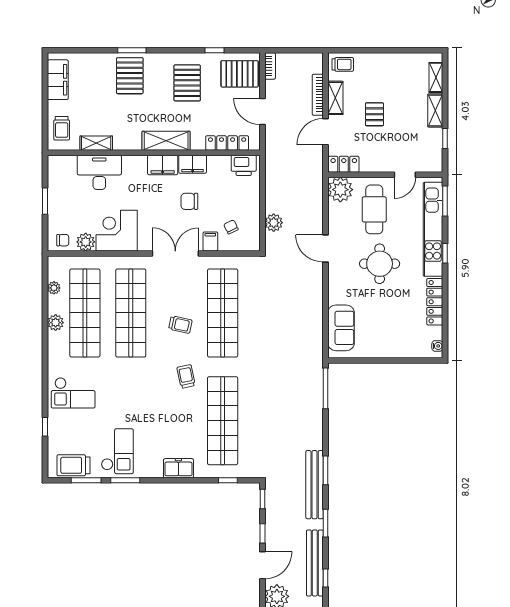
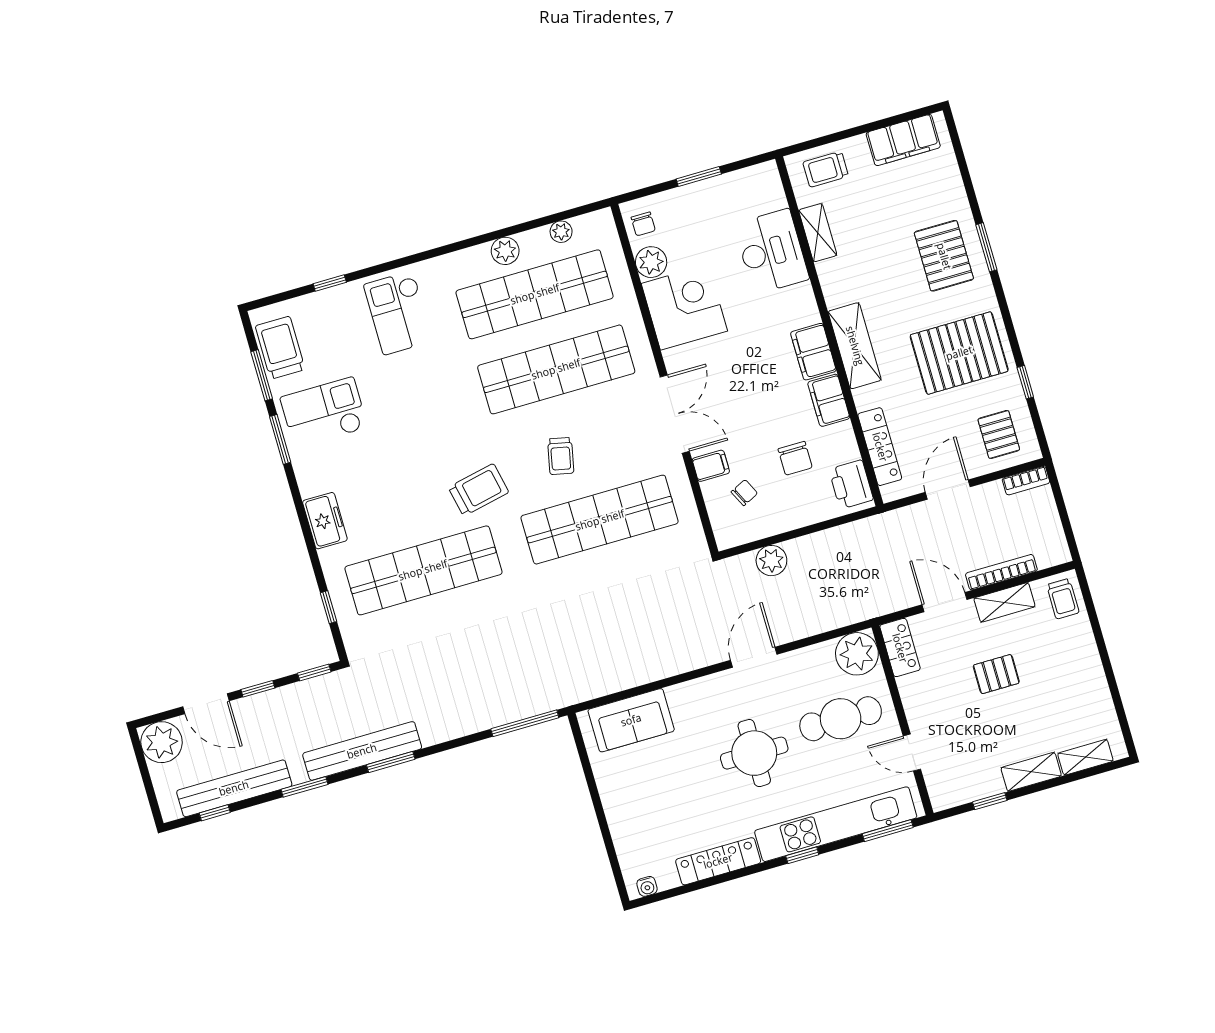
pallet: (240, 74) -> (999, 434), width x0.67, depth x0.71
pallet: (130, 76) -> (944, 256), turned 90
pallet: (187, 83) -> (959, 353), width x1.37, depth x1.41
chair: (189, 201) -> (795, 458), moved, turned 180
trolley: (186, 376) -> (479, 490), width x1.36, depth x1.39
checkout: (117, 451) -> (324, 413), turned 180

